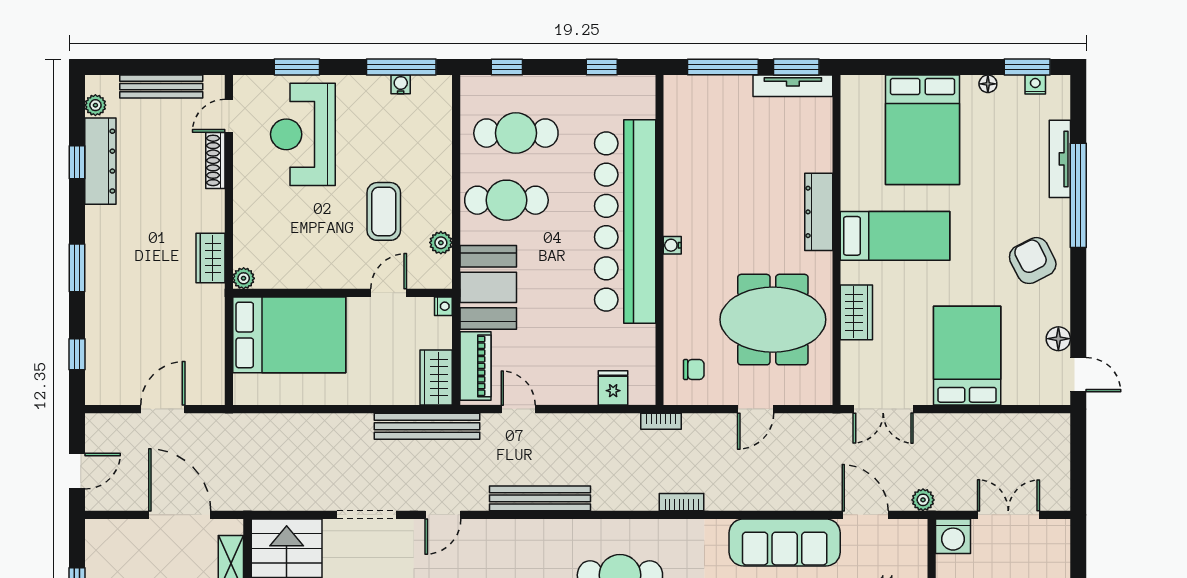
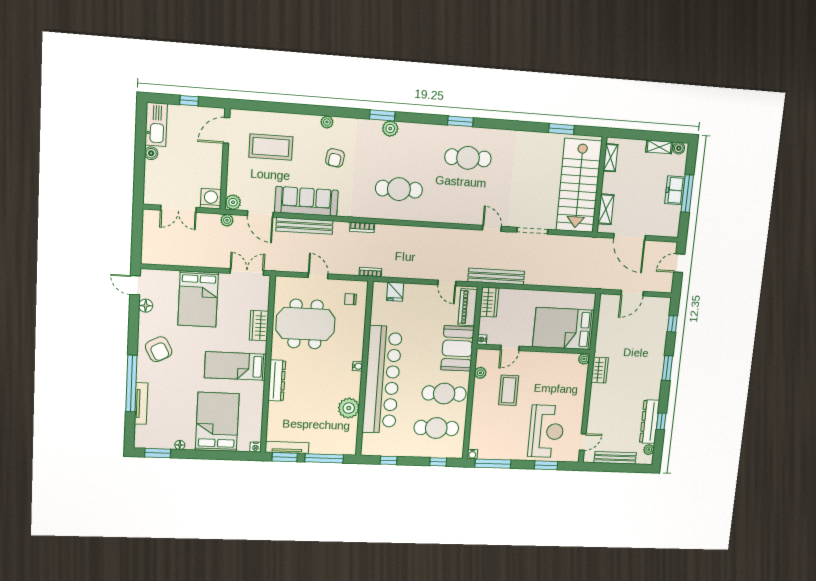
water cooler: (401, 84) -> (472, 454), moved
nightstand: (1035, 85) -> (256, 447), moved
shoe rack: (215, 160) -> (592, 420), removed
plant: (683, 165) -> (349, 408), added
door: (756, 409) -> (318, 276), hinge flipped
bench: (540, 498) -> (304, 226), moved
door: (443, 515) -> (492, 228), hinge flipped
plant: (914, 532) -> (233, 202), added

